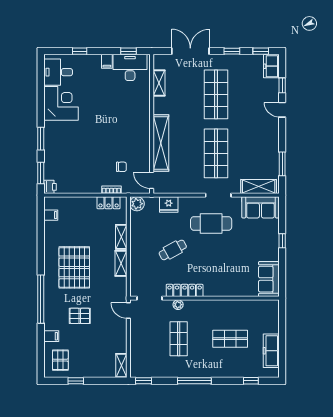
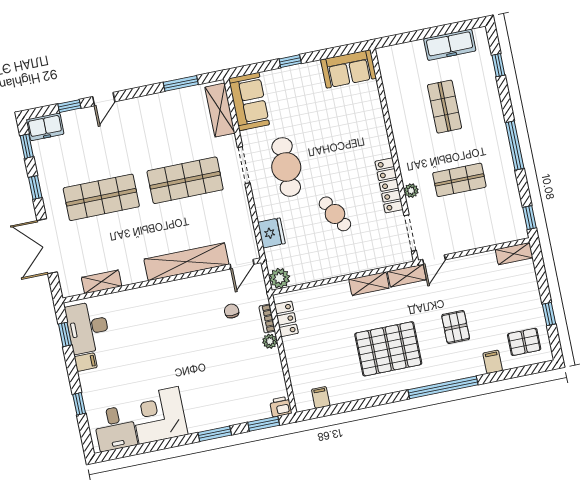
plant: (96, 188) -> (270, 341), added
shelving: (121, 237) -> (407, 276), moved

